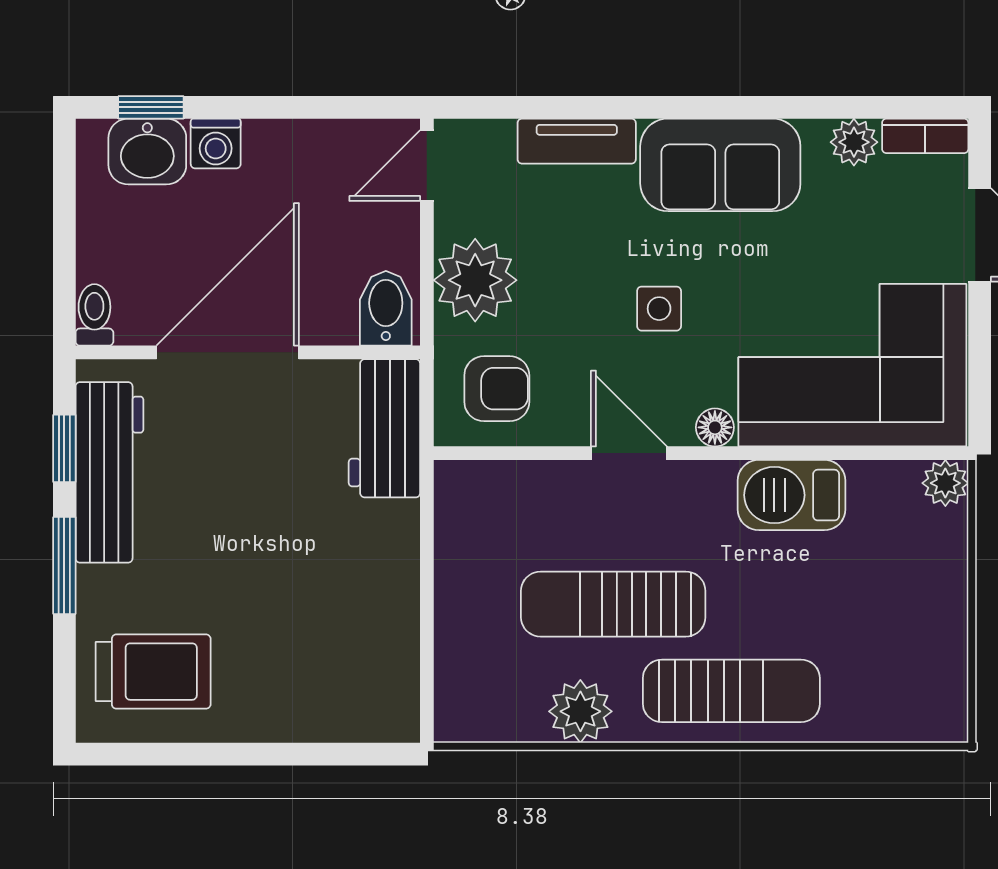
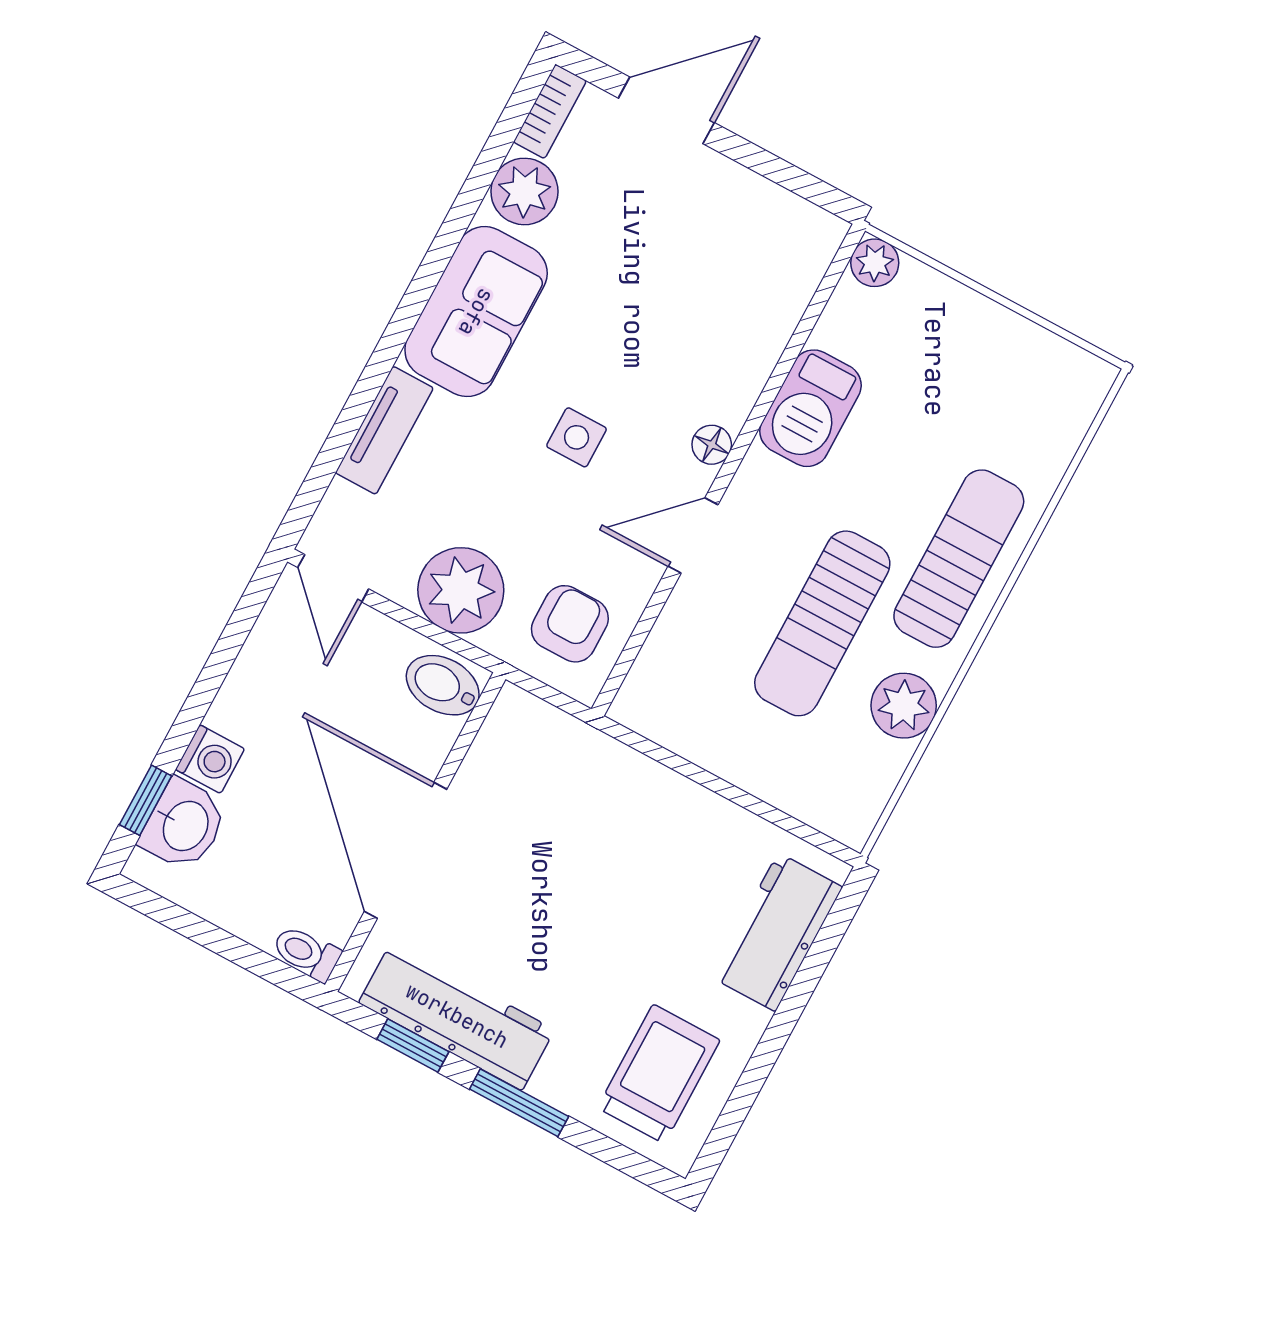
plant: (854, 142) -> (524, 191), width x1.38, depth x1.38
corner sofa: (852, 365) -> (722, 290), removed
workbench: (384, 428) -> (777, 932), moved, turned 90

